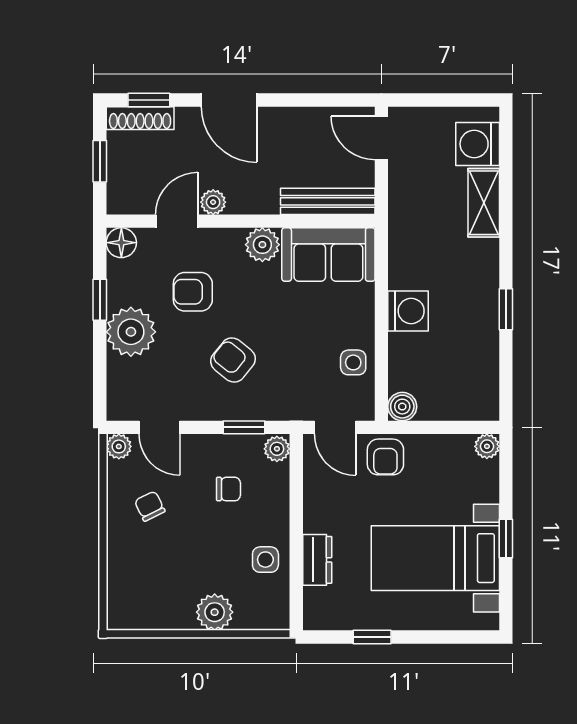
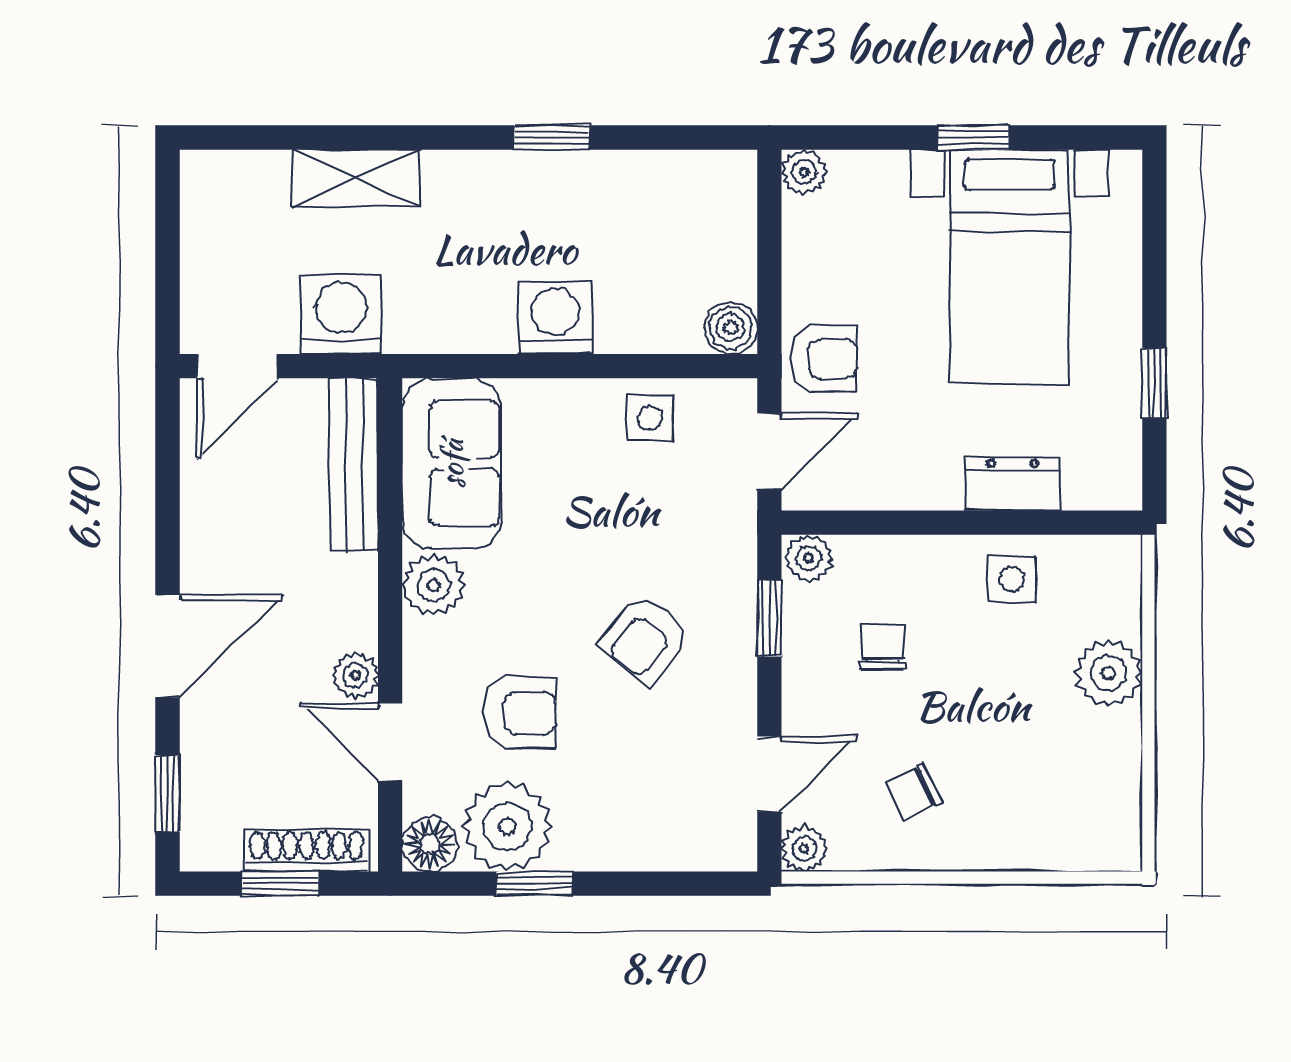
shoe rack: (140, 118) -> (306, 851), moved, turned -90
washing machine: (478, 144) -> (341, 314), moved, turned 180
armchair: (193, 292) -> (520, 713), turned -90
plant: (131, 332) -> (507, 826), moved

